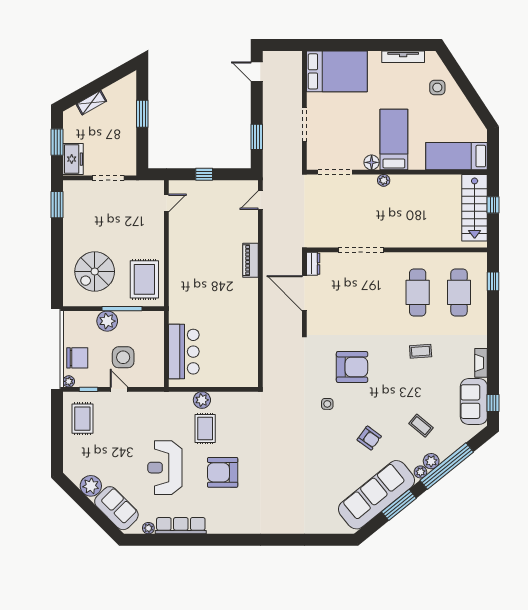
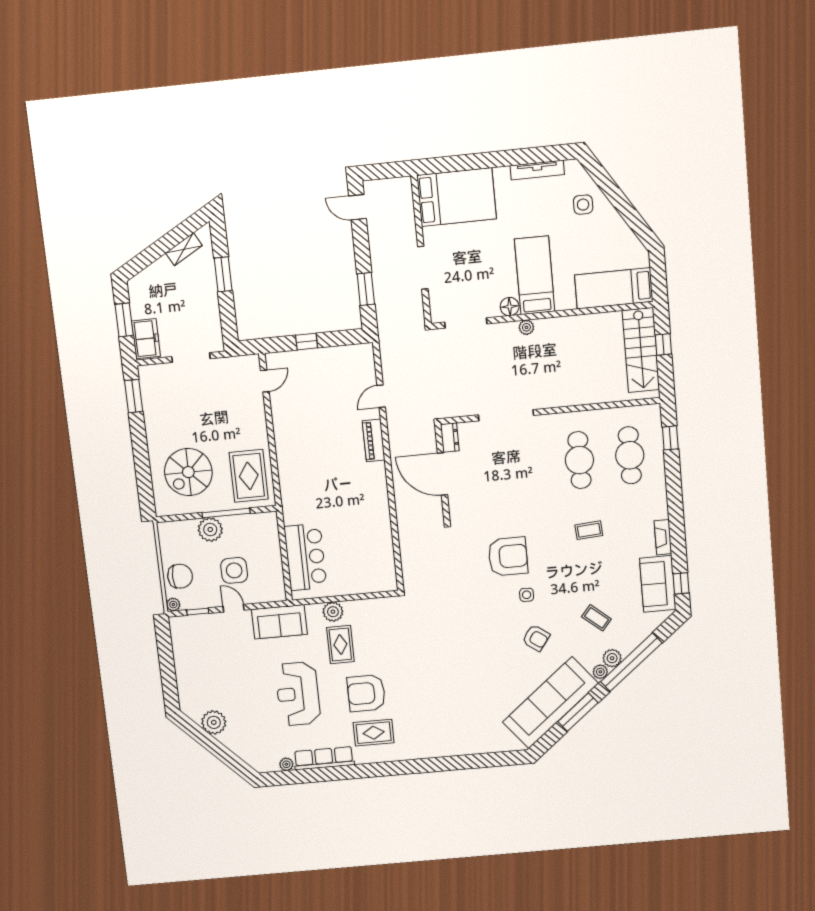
shelving: (91, 103) -> (184, 249), moved
door: (260, 200) -> (381, 396), moved
side table: (327, 404) -> (527, 595), moved
rug: (82, 419) -> (374, 733), moved, turned 90
sofa: (116, 508) -> (279, 622), moved, turned 135

